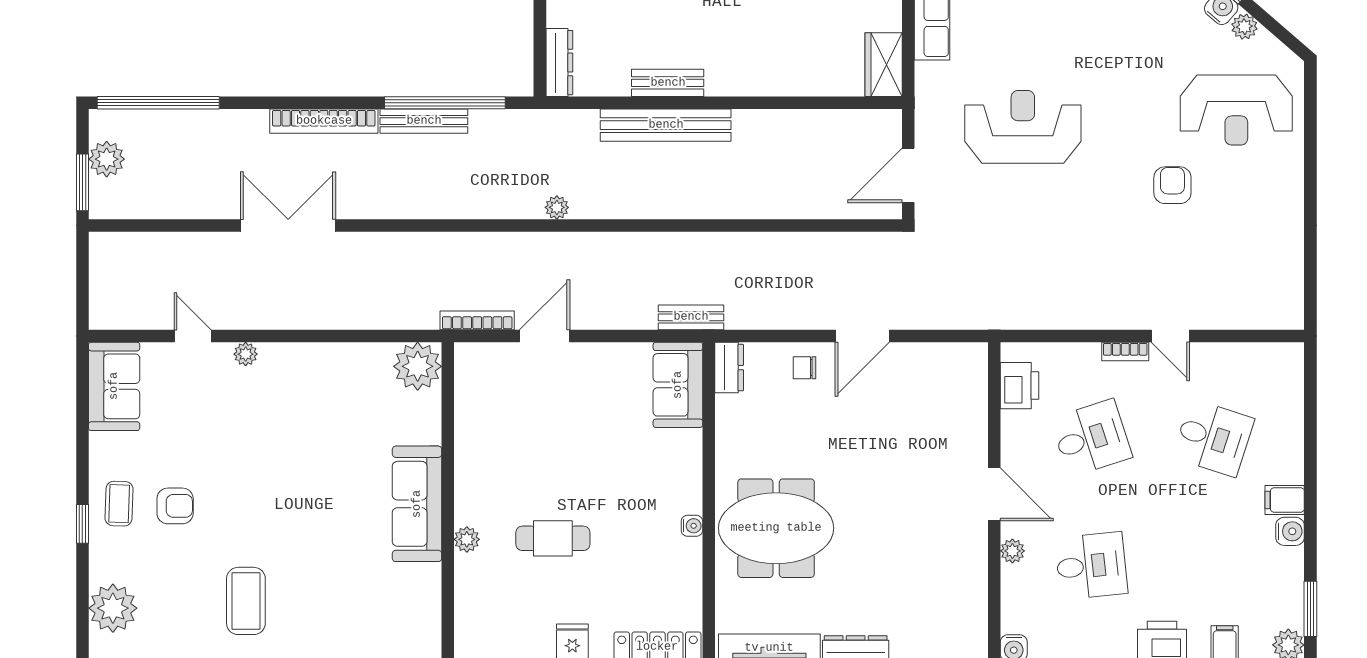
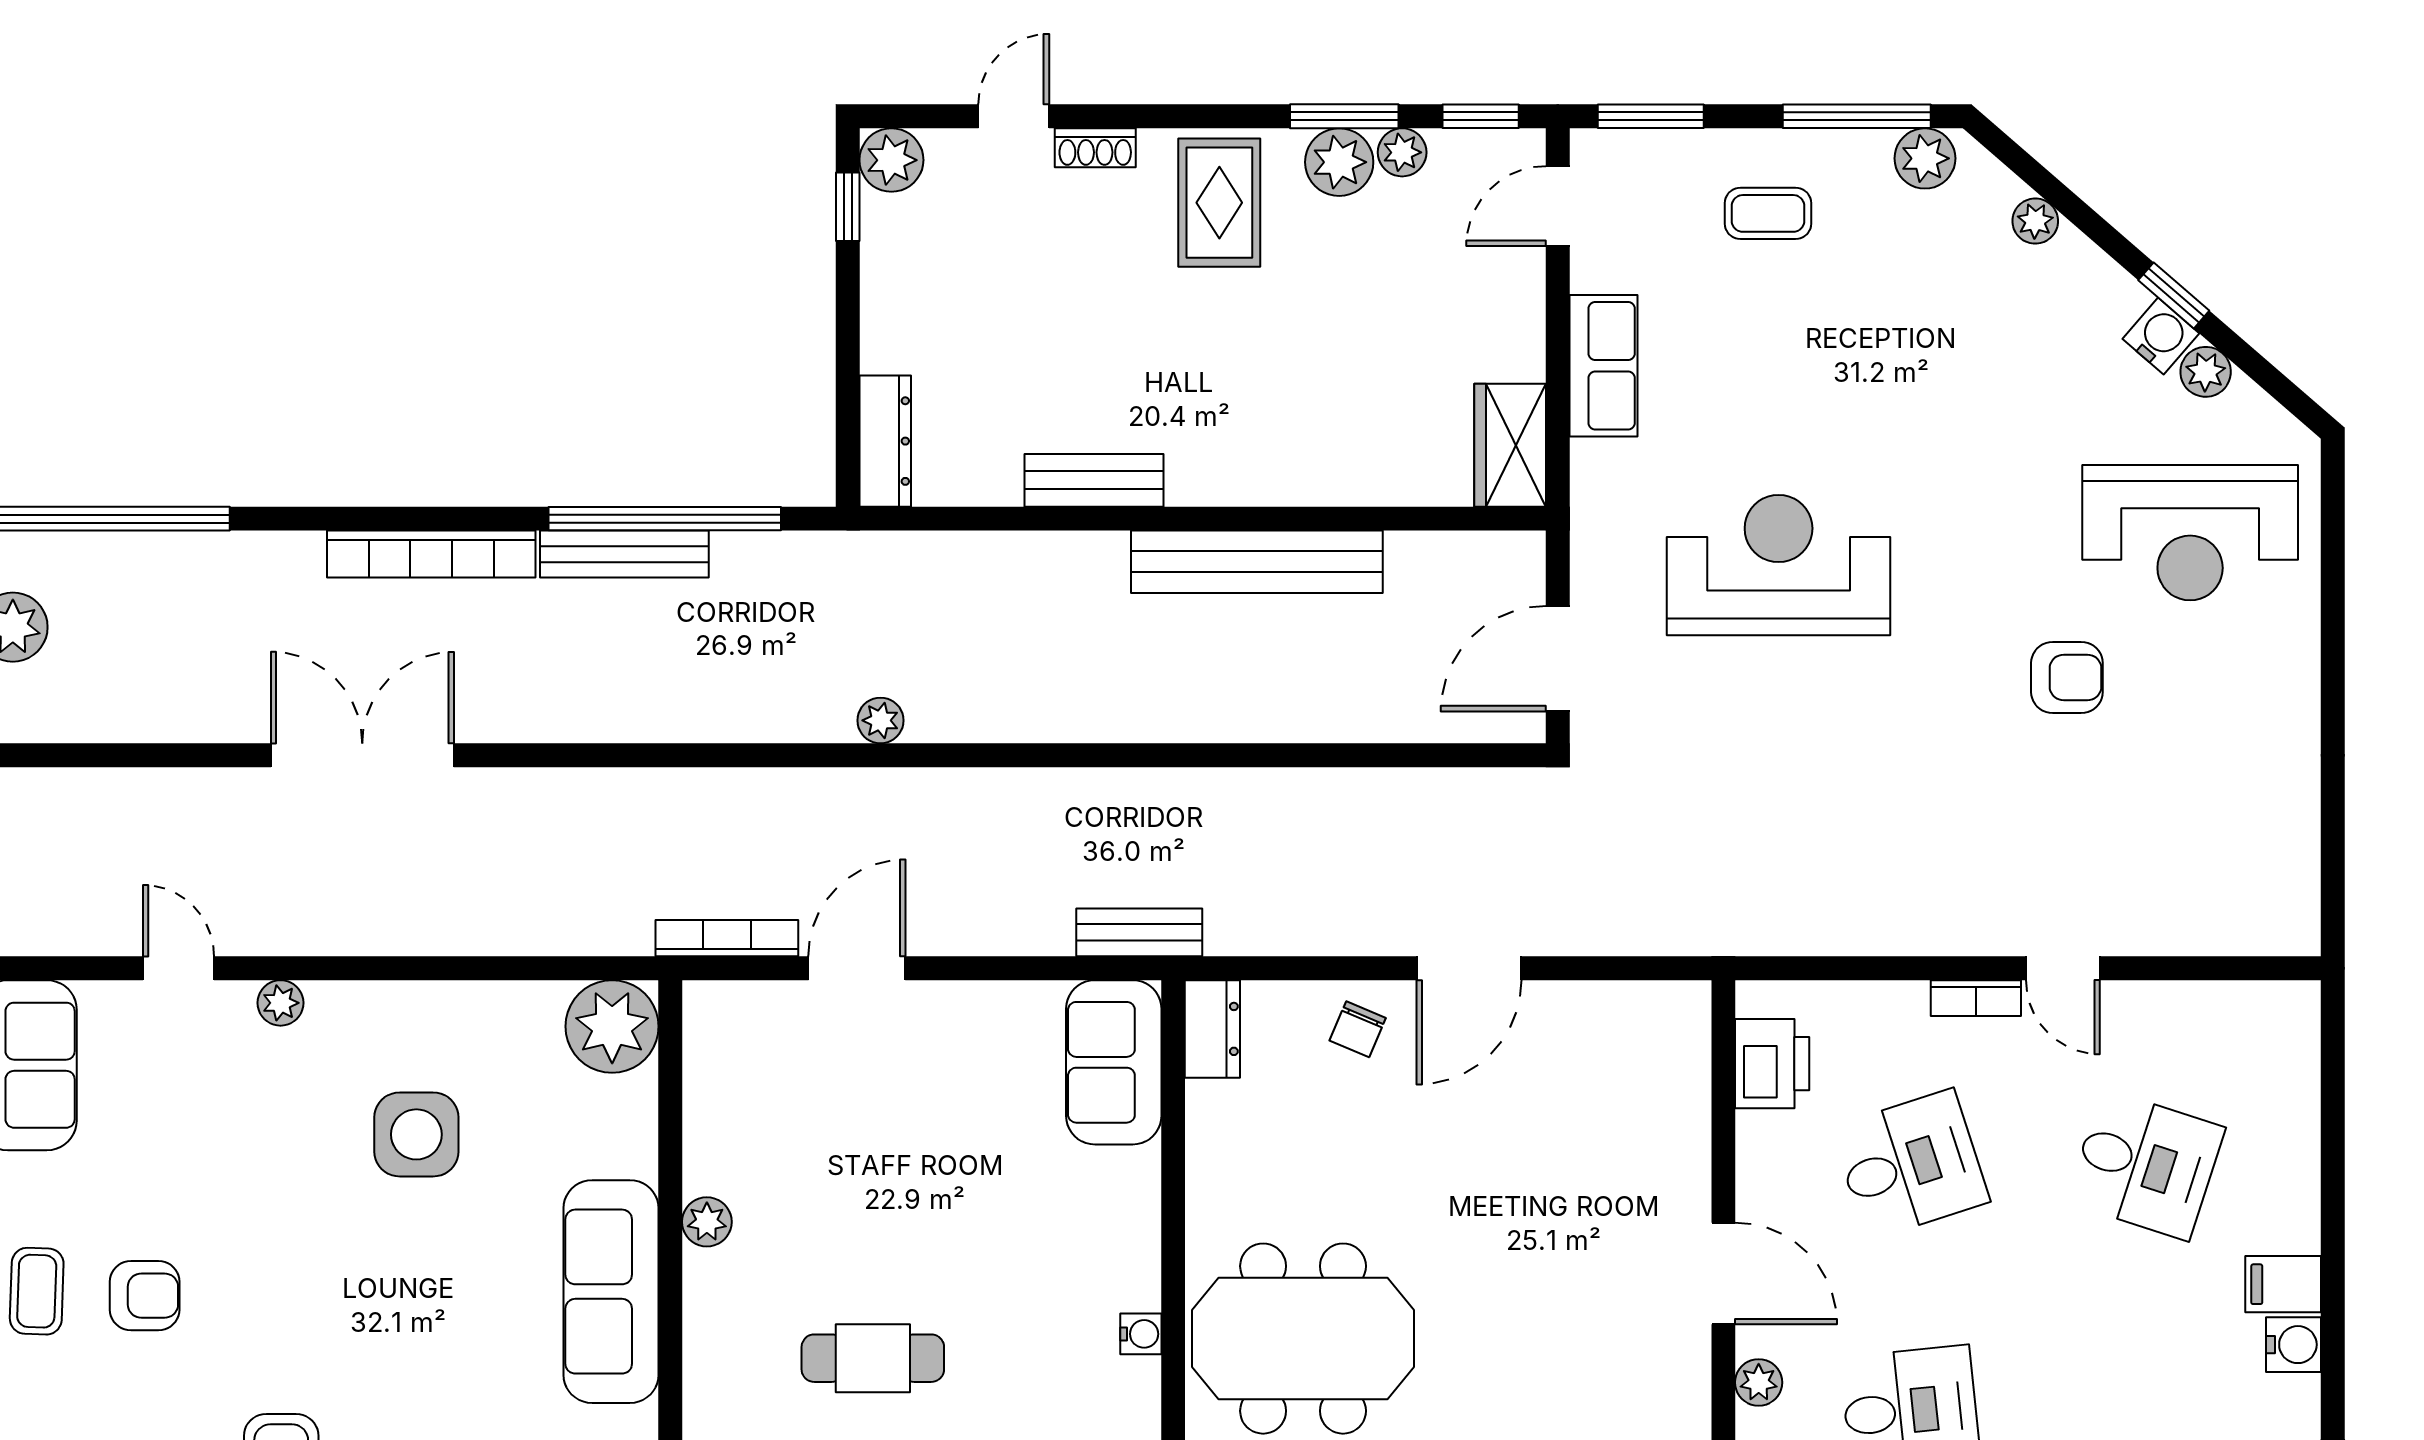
bench: (666, 125) -> (1257, 562), moved
armchair: (1172, 185) -> (2067, 677), turned 90
chair: (804, 368) -> (1358, 1029), turned -67
side table: (316, 422) -> (416, 1134), added
plant: (467, 539) -> (707, 1222), moved

